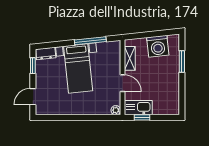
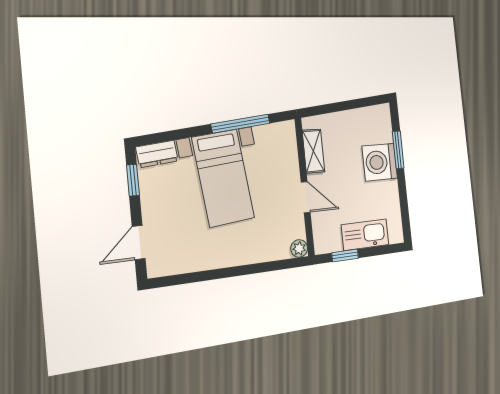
washing machine: (158, 46) -> (380, 162), moved, turned 96
kitchen sink: (138, 108) -> (365, 235), moved

